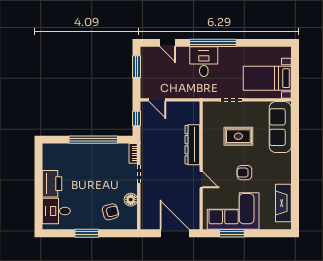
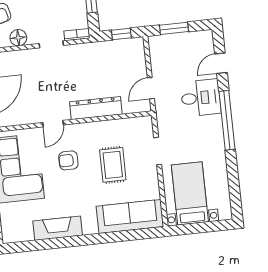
desk: (204, 62) -> (201, 98), moved
window: (136, 67) -> (174, 28), moved
door: (157, 100) -> (151, 88), moved
armchair: (244, 173) -> (68, 160), moved, turned -90
fireplace: (283, 203) -> (58, 228), moved

